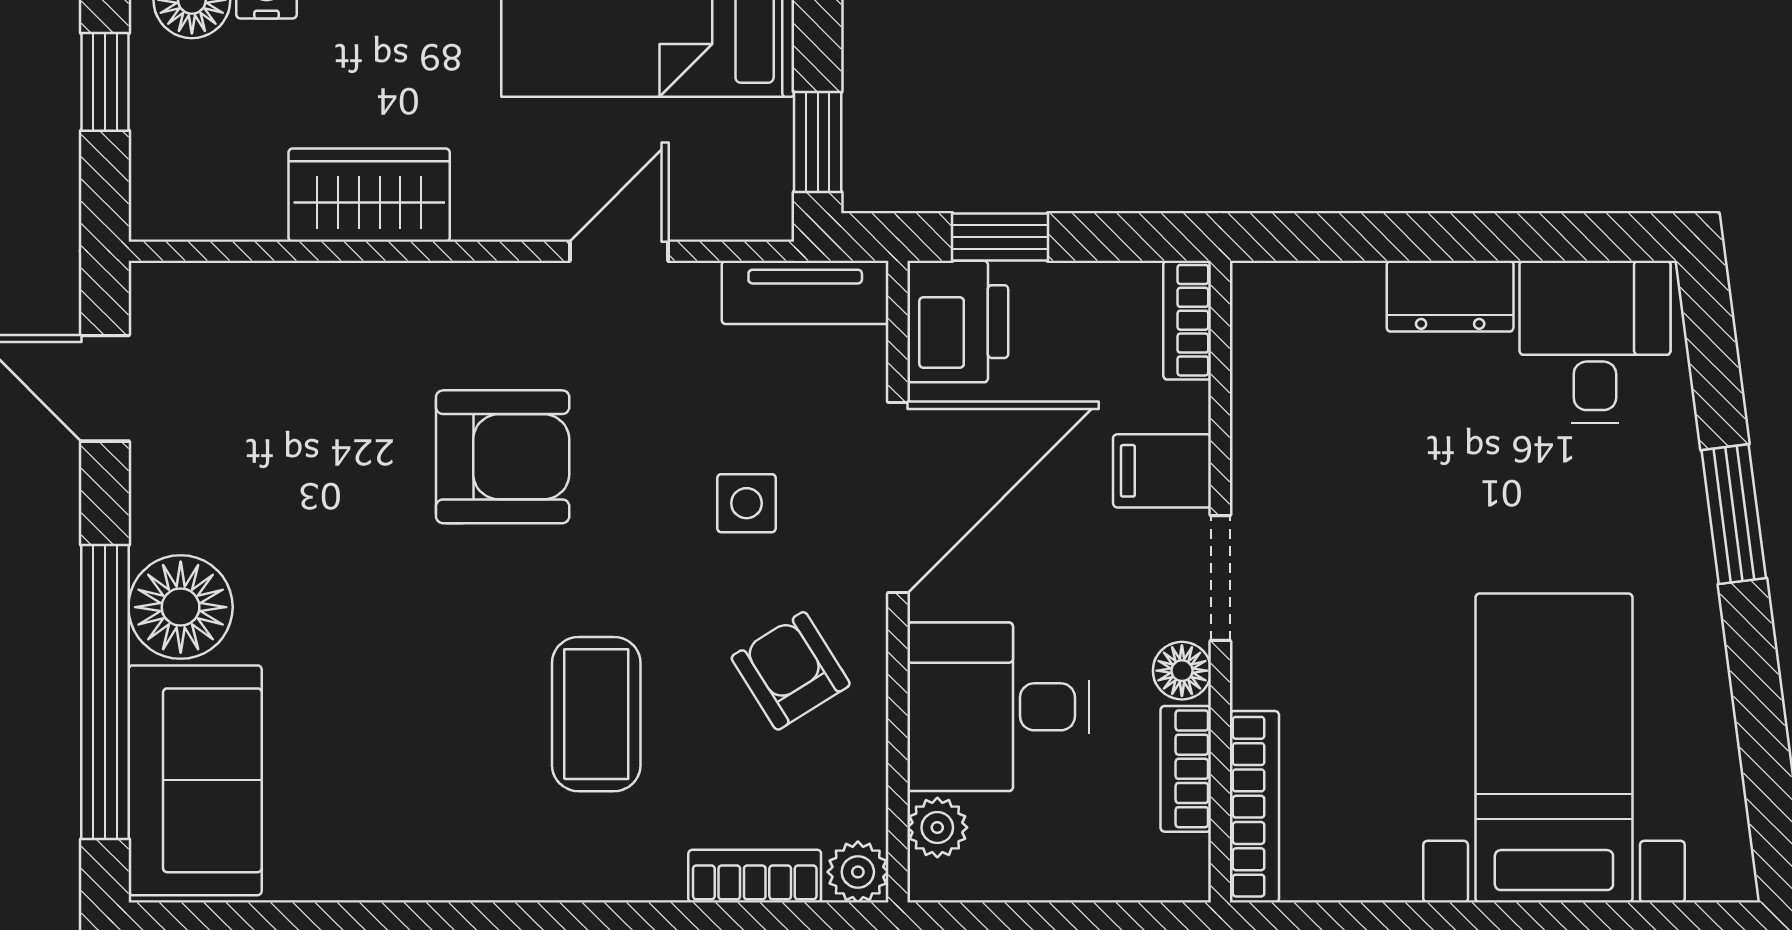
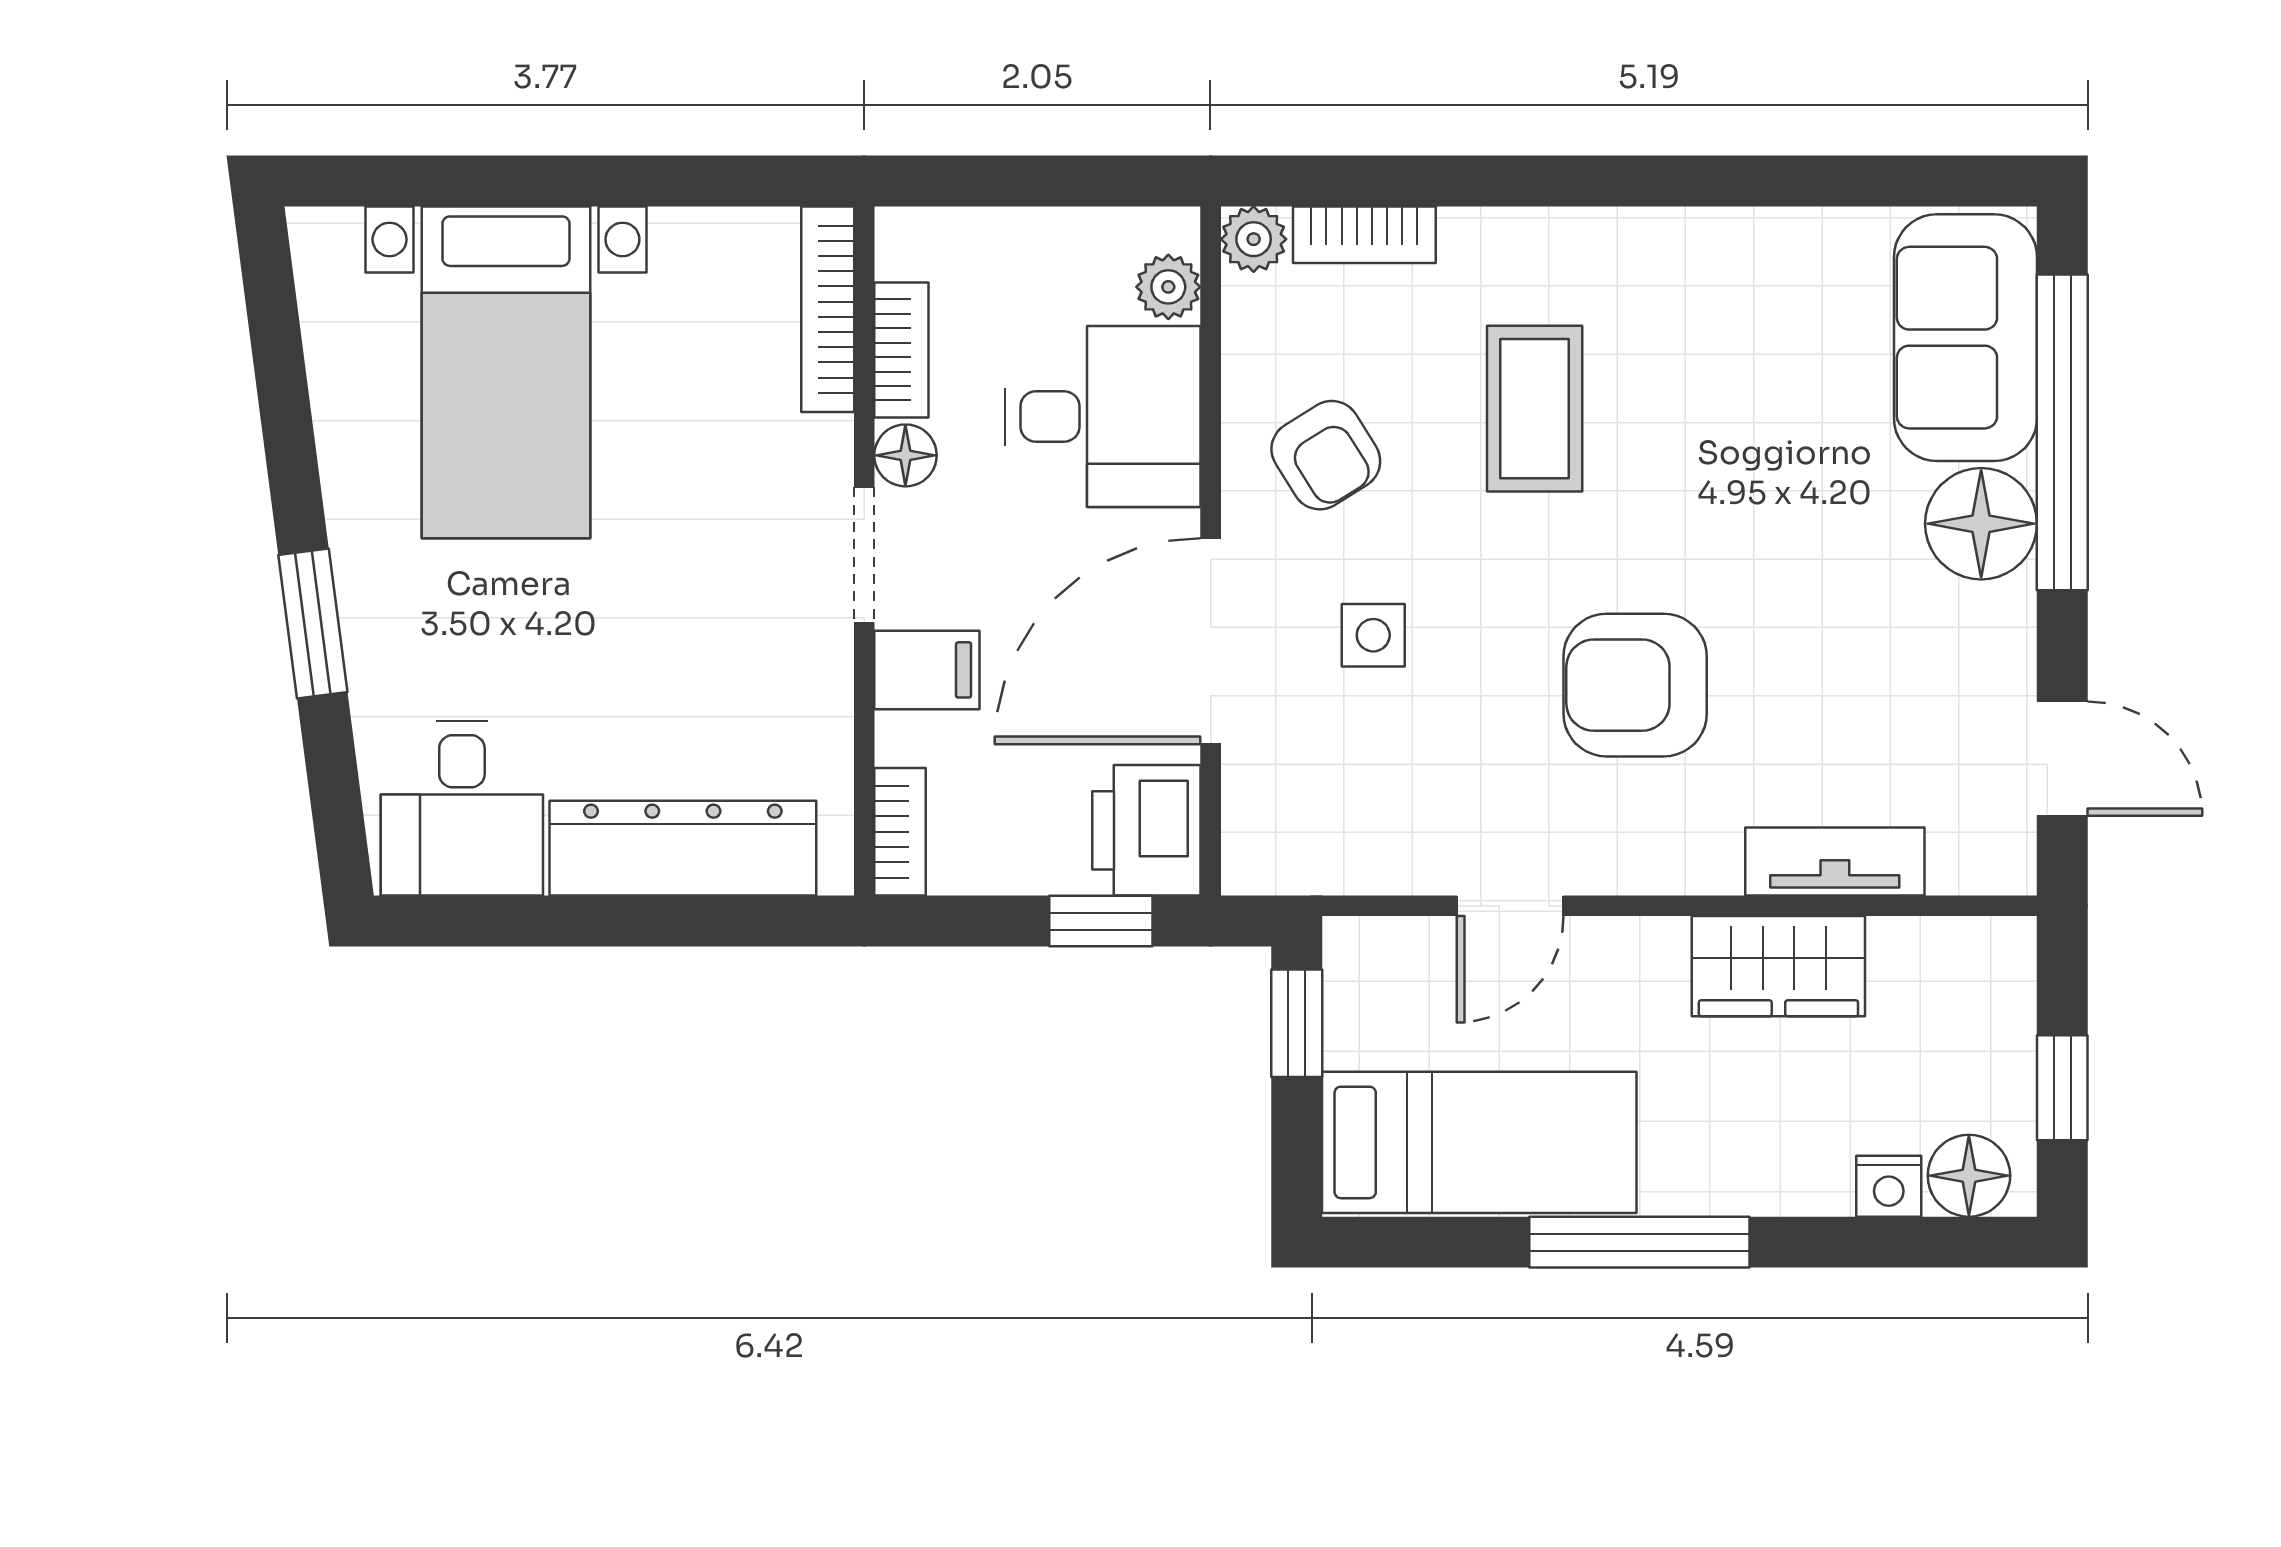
tv unit: (805, 292) -> (1835, 862), moved
dresser: (1450, 296) -> (683, 848), width x1.96, depth x1.24

